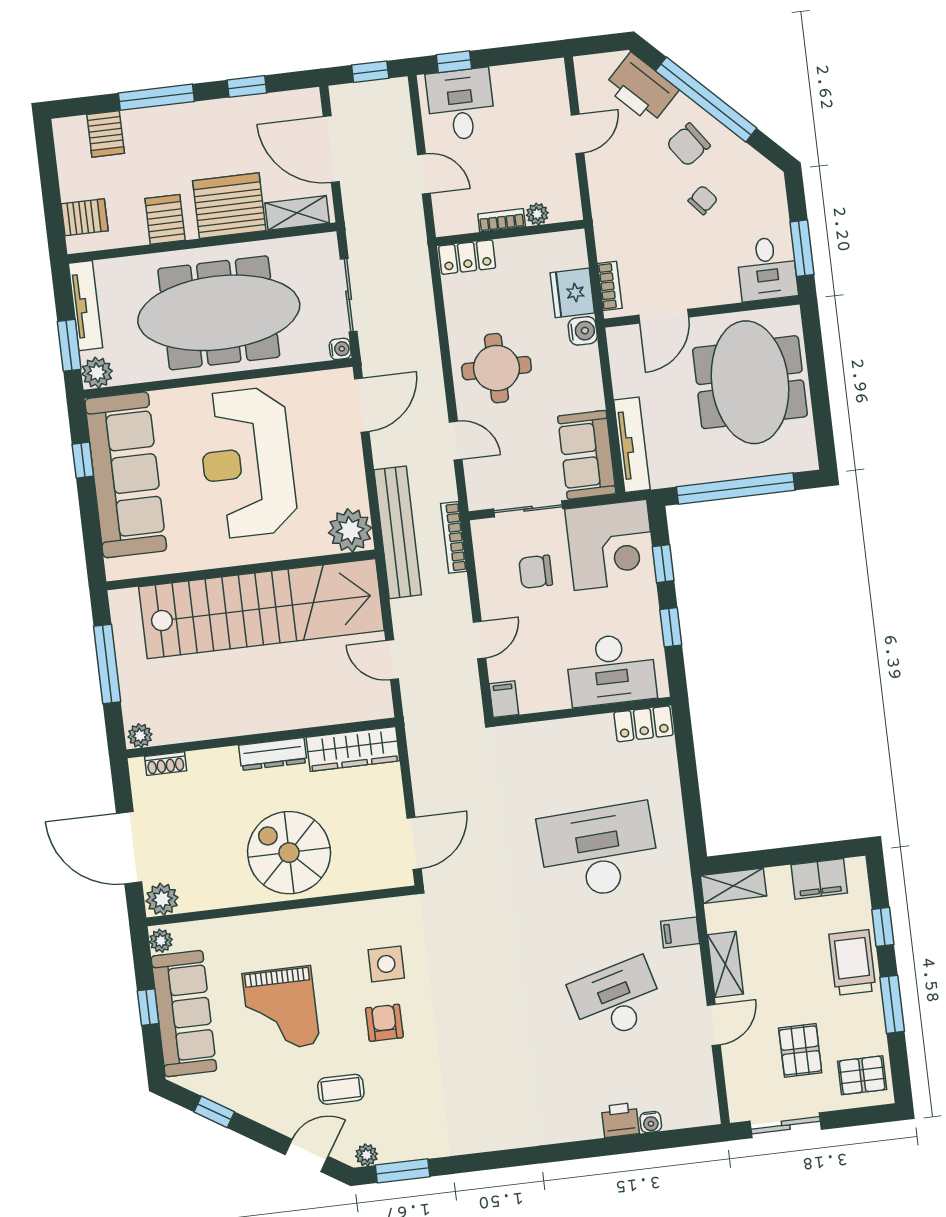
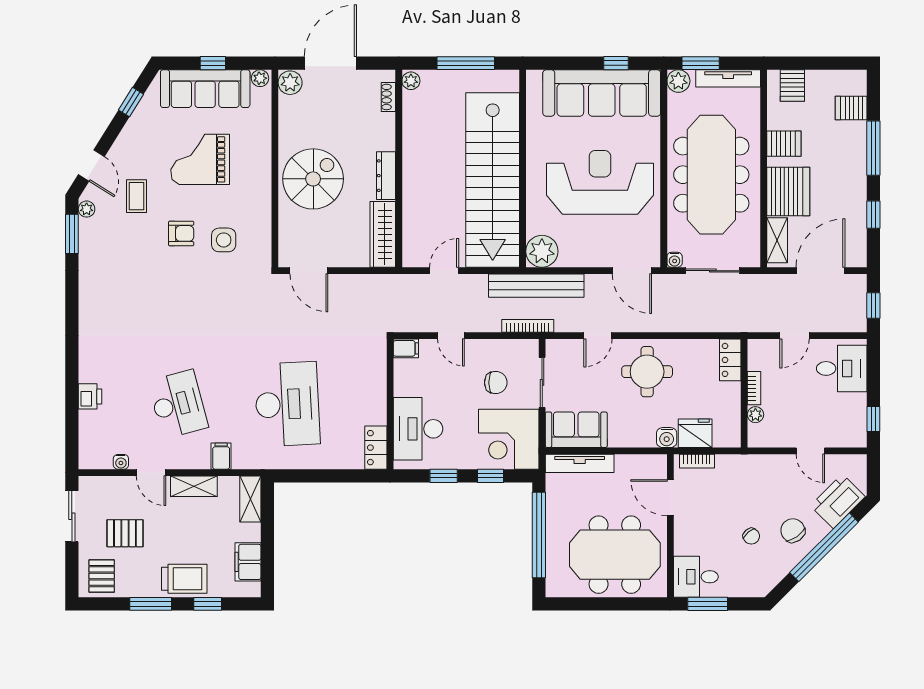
window: (454, 62) -> (873, 419), moved
chair: (536, 572) -> (496, 383), turned 90
water cooler: (651, 1122) -> (121, 462), moved, turned -90

